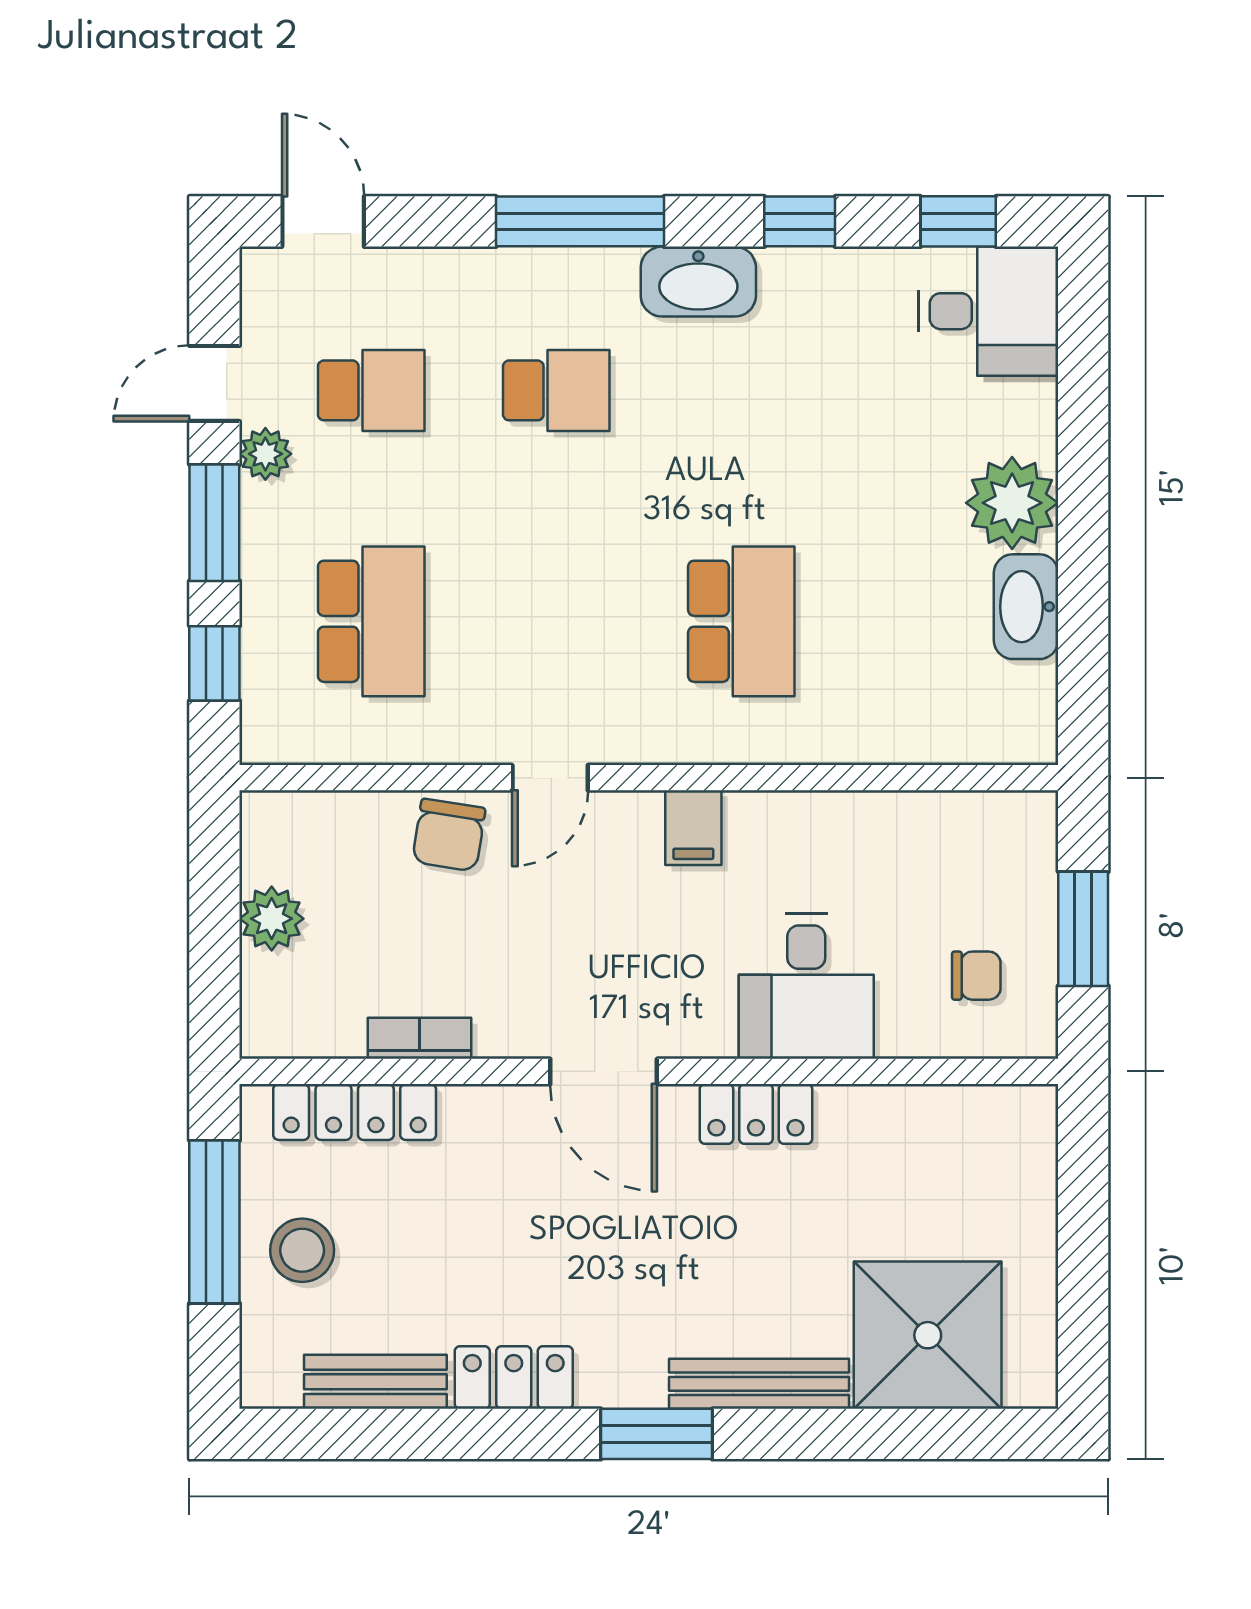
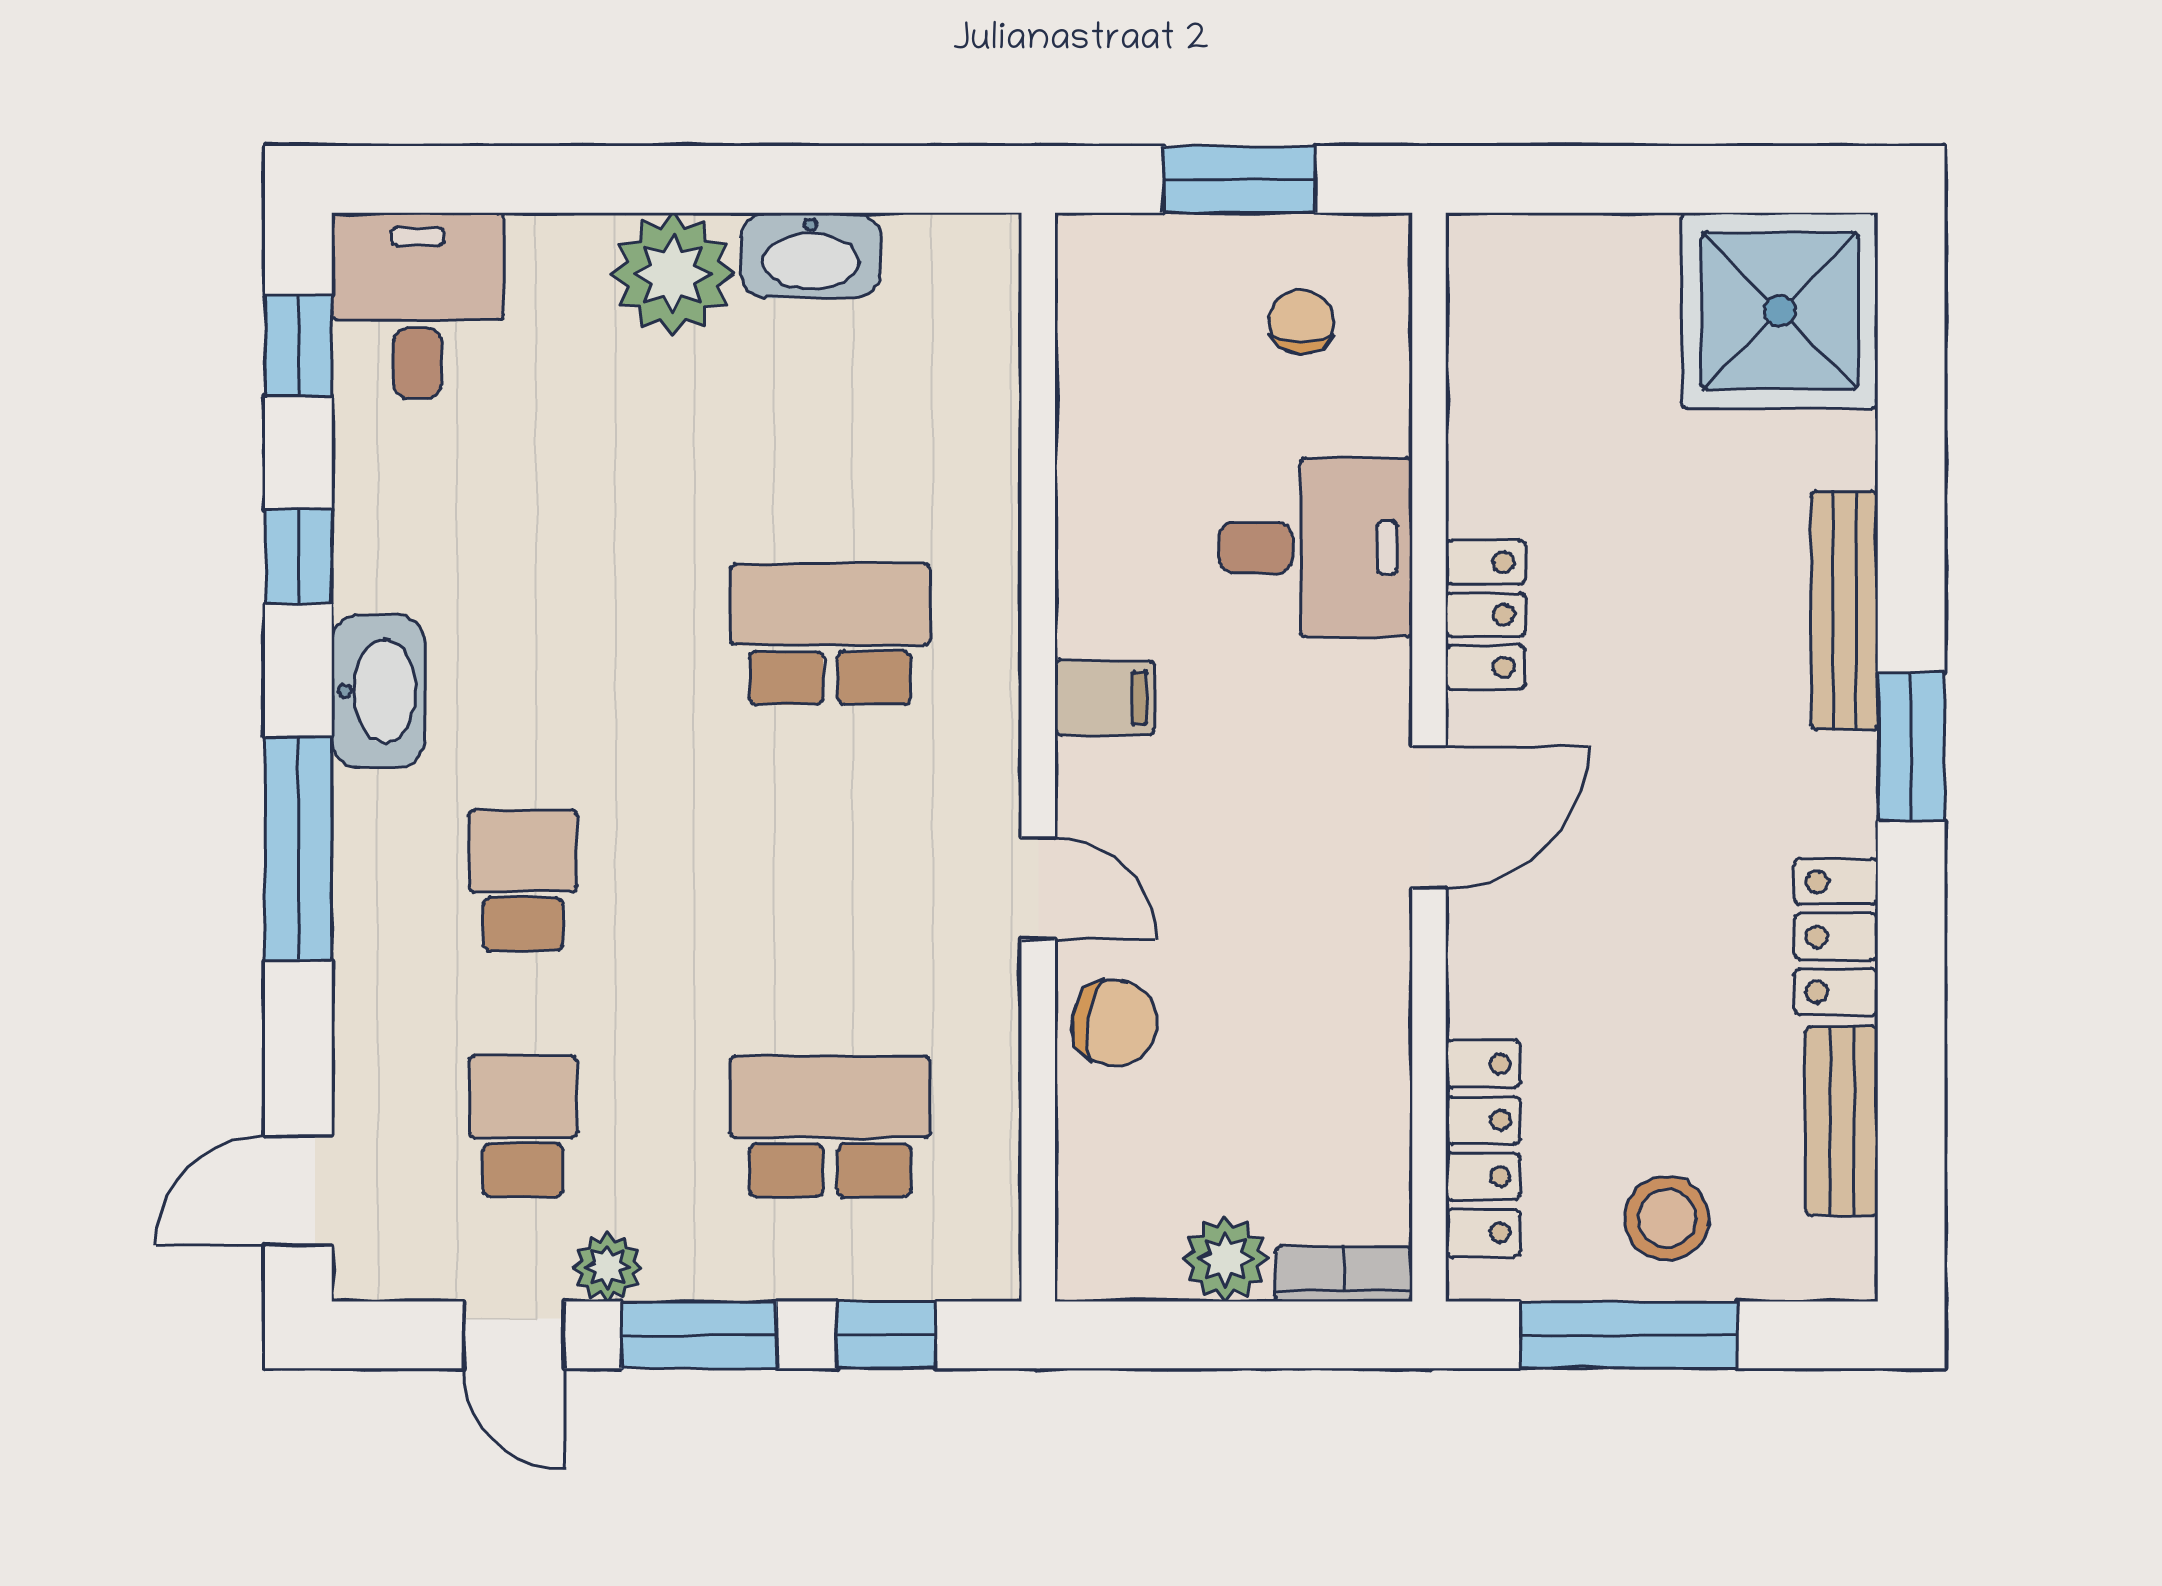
bookcase: (420, 1038) -> (1344, 1274), moved, turned 90
shower: (928, 1335) -> (1780, 311), moved

